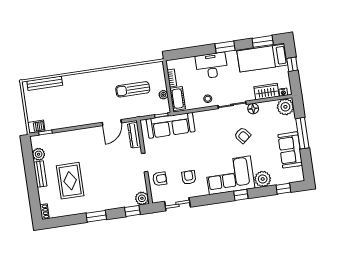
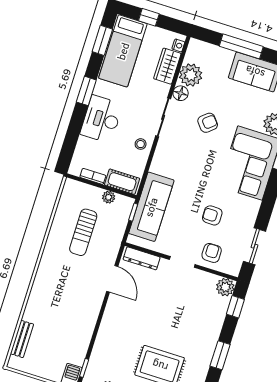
bench: (45, 83) -> (22, 339), width x0.73
plant: (285, 107) -> (191, 75), moved
armchair: (189, 177) -> (212, 215), moved

